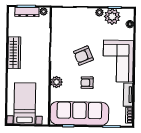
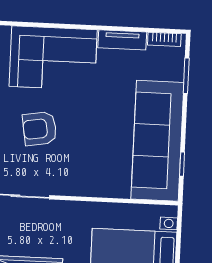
armchair: (83, 56) -> (40, 129), turned 104
plant: (57, 82) -> (92, 185), removed
armchair: (87, 83) -> (95, 123), removed

